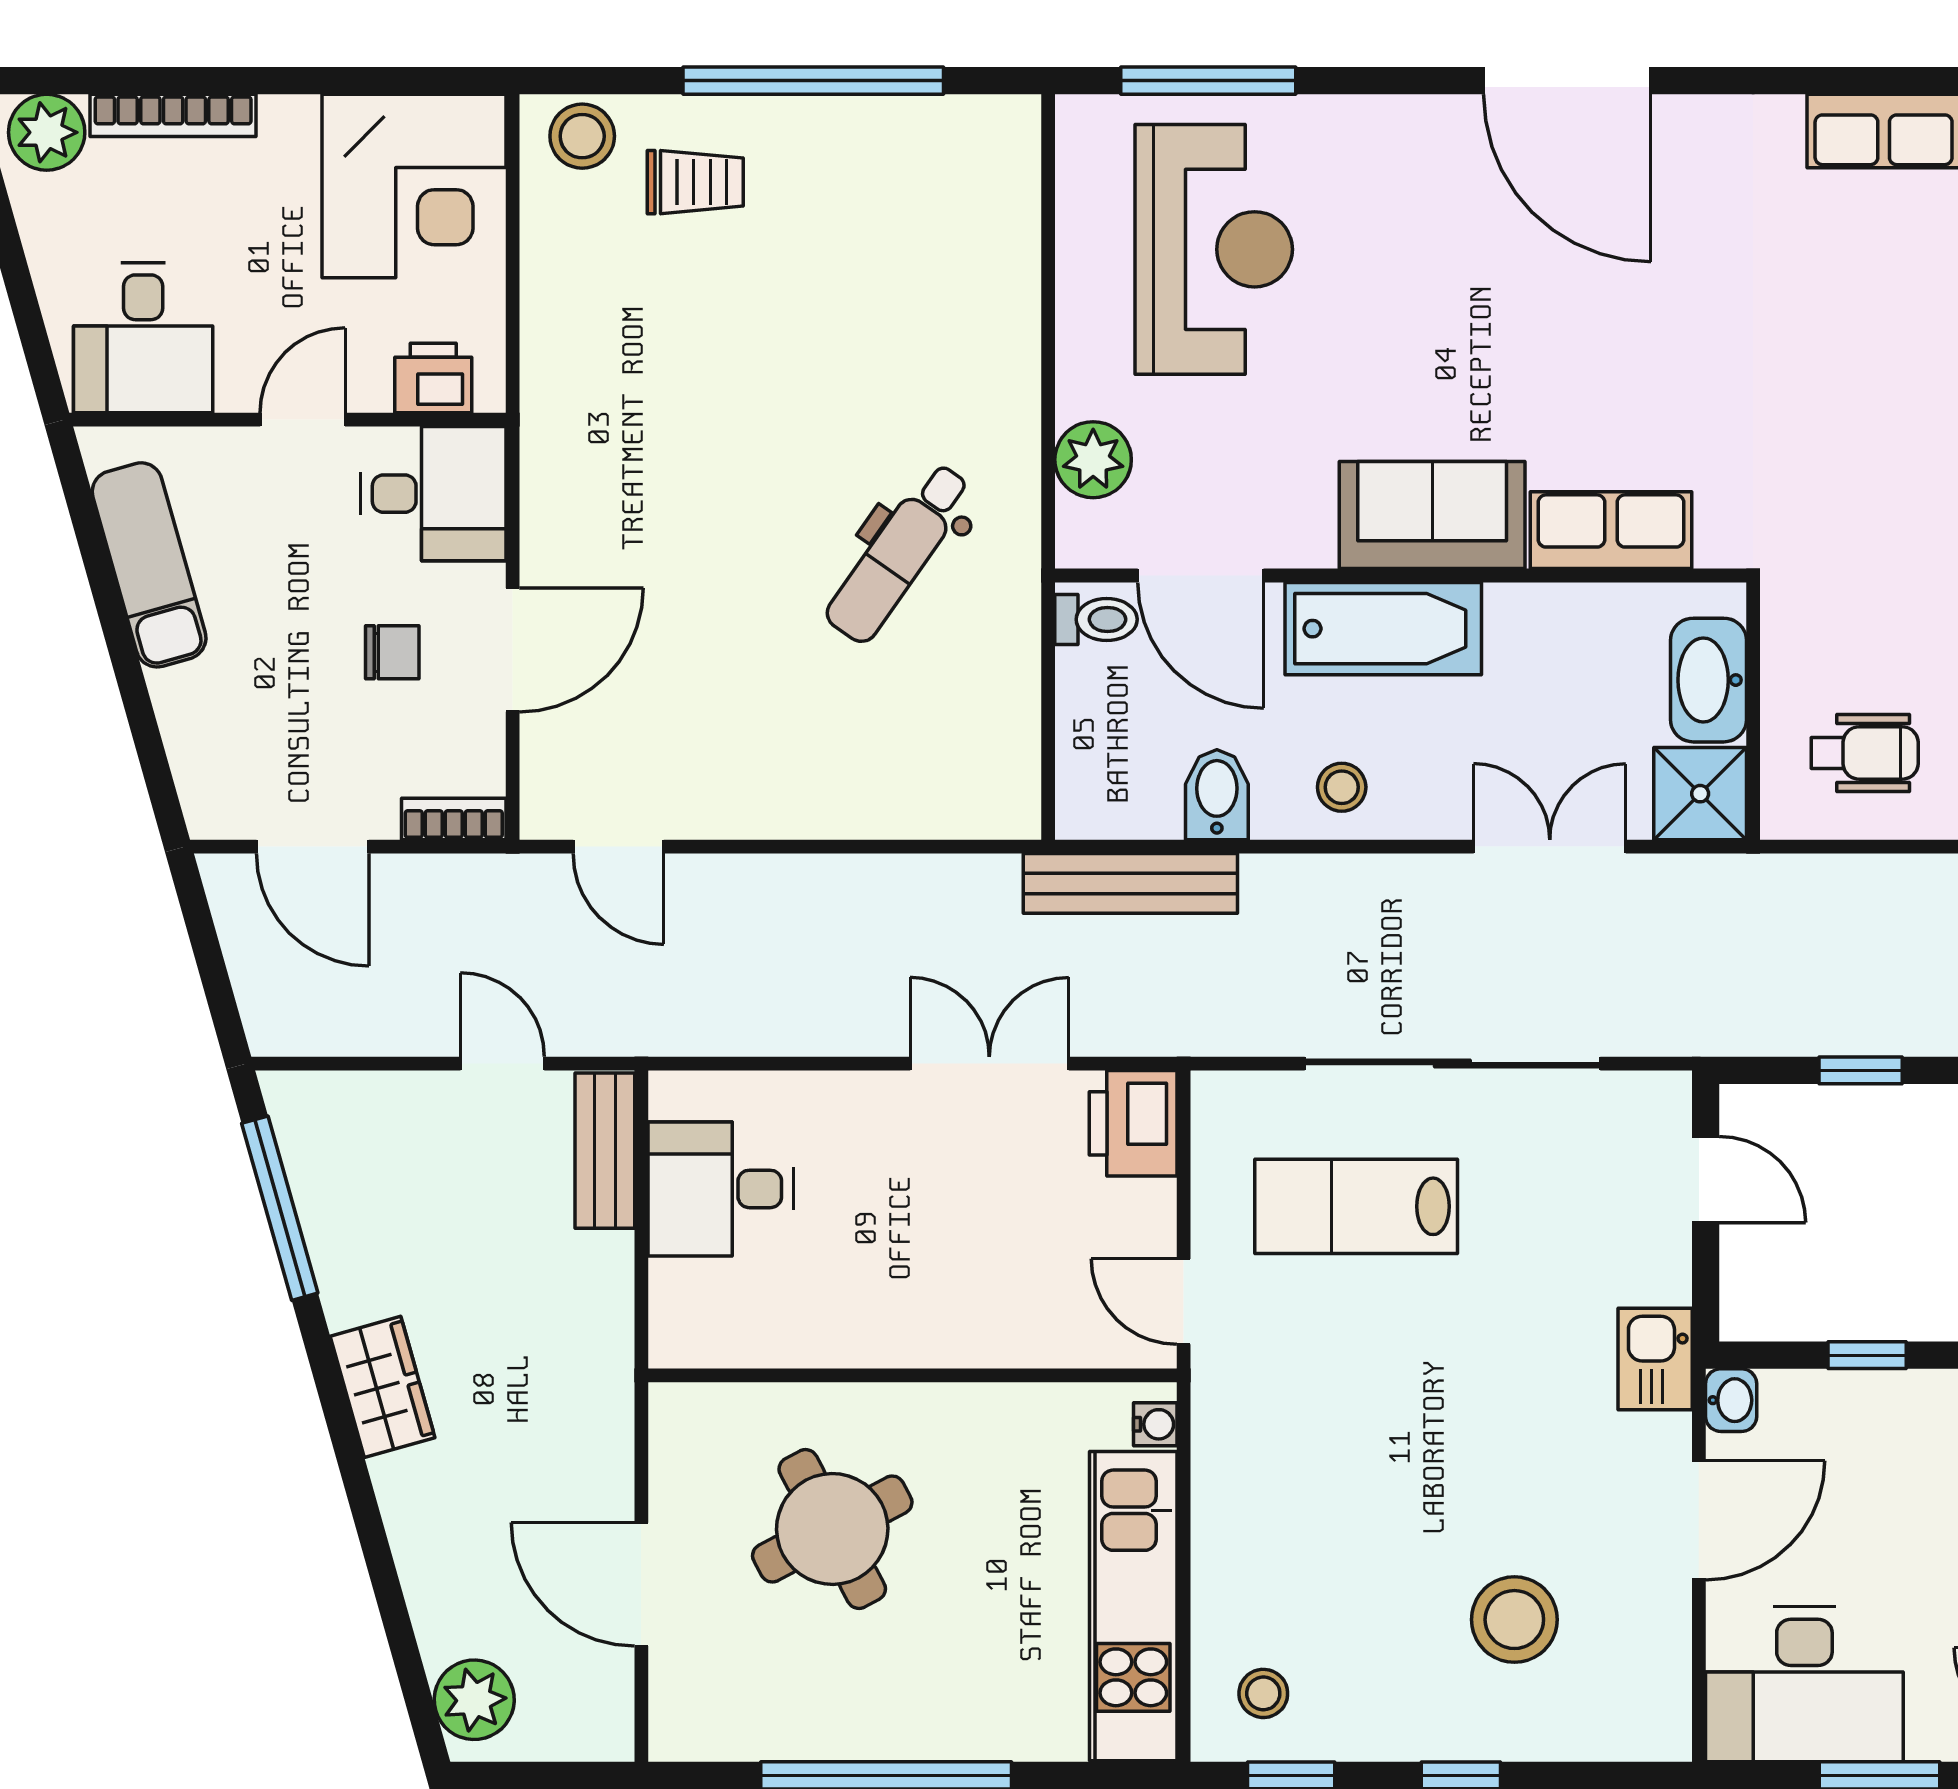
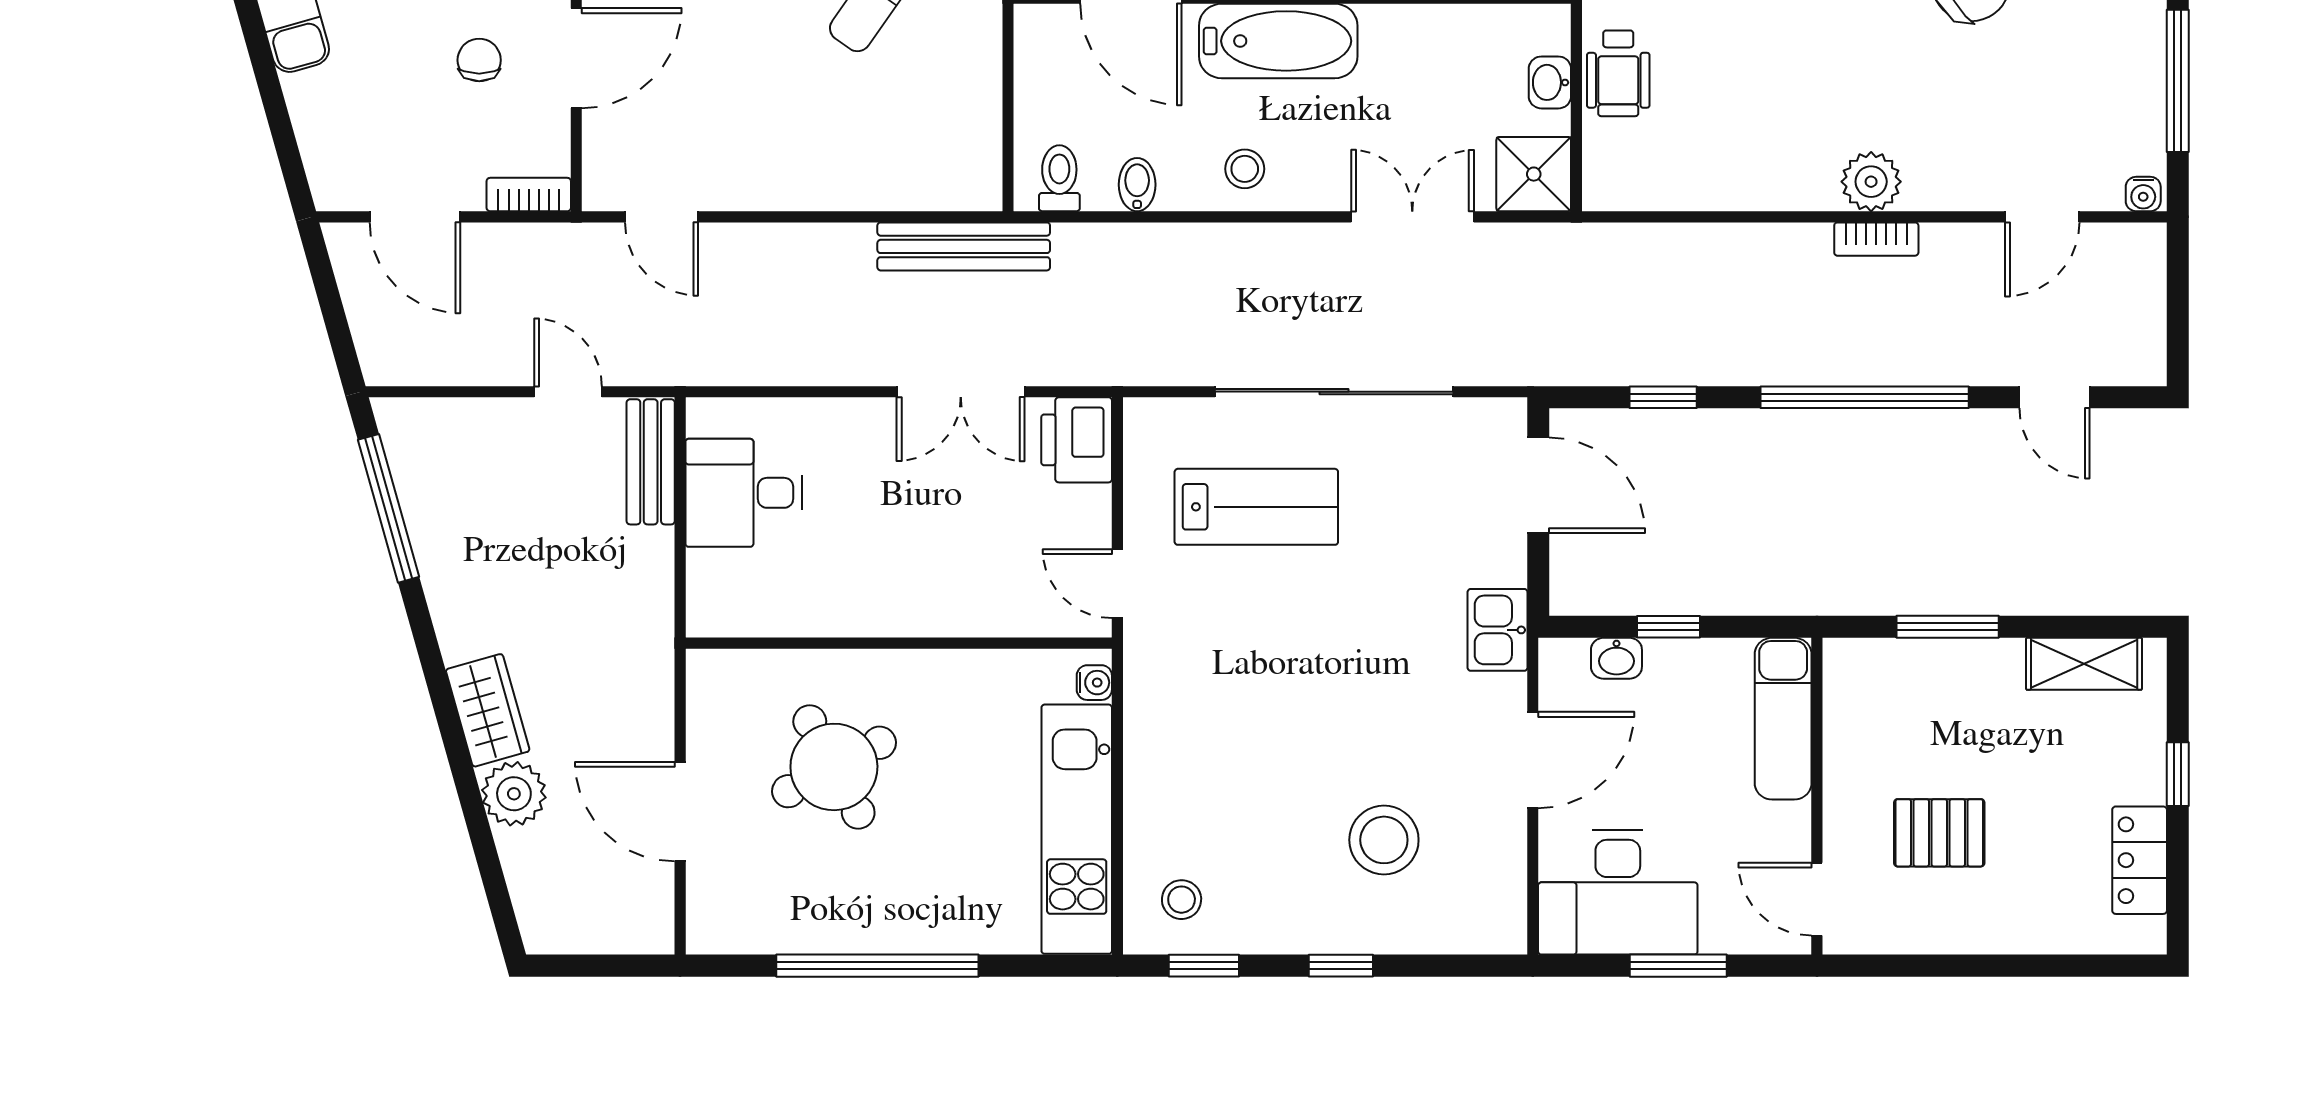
toilet: (1096, 619) -> (1059, 178), moved, turned -90
chair: (392, 652) -> (479, 60), turned -90
washbasin: (1708, 680) -> (1550, 82), width x0.52, depth x0.69
wheelchair: (1865, 753) -> (1618, 73), moved, turned 90
bidet: (1217, 795) -> (1137, 185), width x0.72, depth x0.74
bench: (1130, 883) -> (964, 246), moved
double door: (989, 1064) -> (961, 392), swing flipped
door: (1706, 1180) -> (1538, 485), width x1.38
lab bench: (1356, 1206) -> (1256, 507), turned 180
wardrobe: (382, 1387) -> (488, 710), moved
washbasin: (1731, 1400) -> (1616, 658), moved, turned 90
plant: (474, 1700) -> (514, 794), moved

